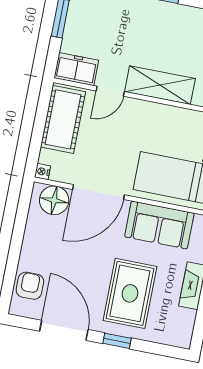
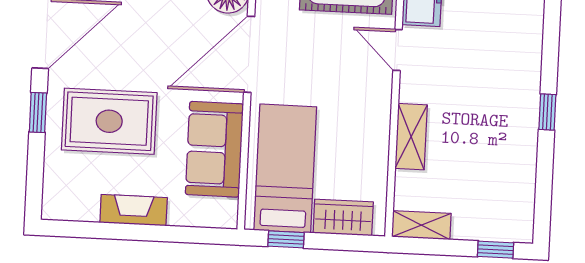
shelving: (160, 85) -> (411, 137), width x0.67, depth x0.75
door: (98, 192) -> (249, 54), hinge flipped

